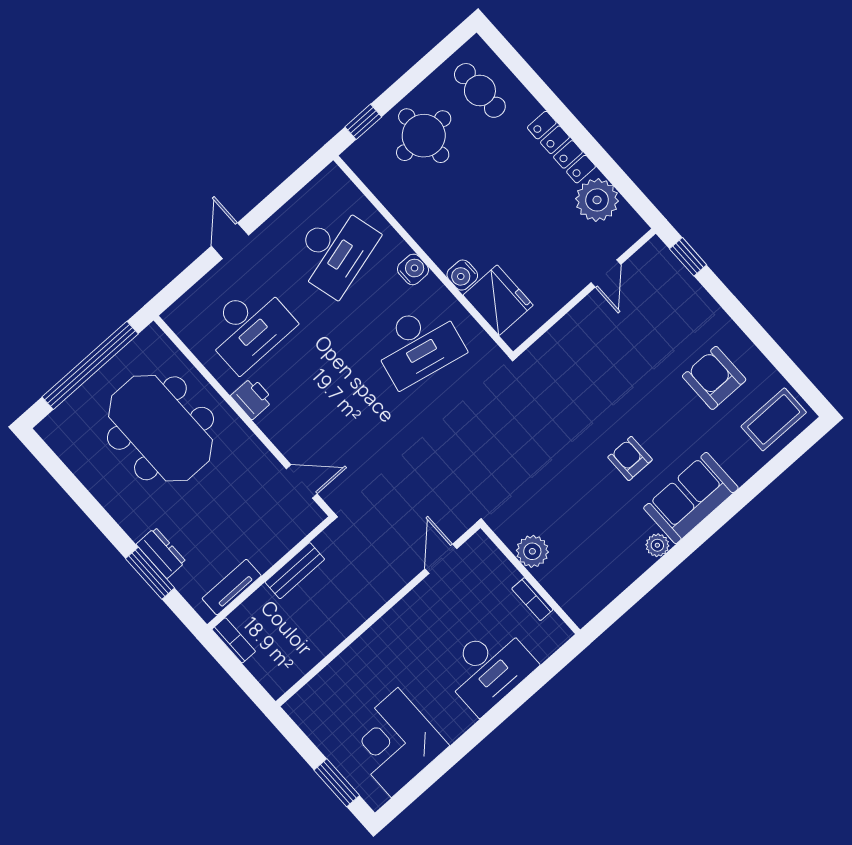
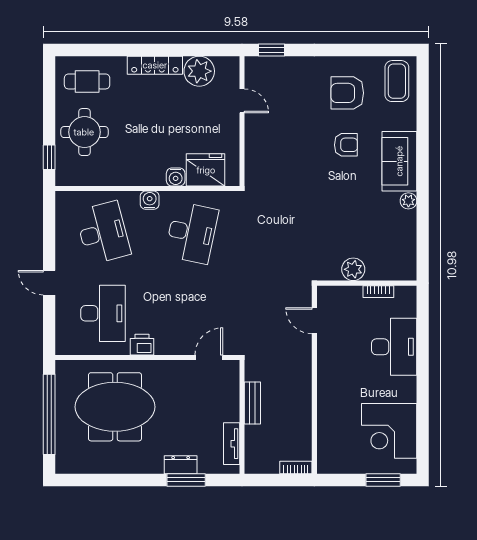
armchair: (630, 458) -> (346, 145), moved, turned 180
bookcase: (234, 640) -> (296, 468), moved

